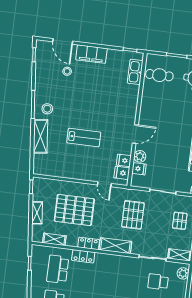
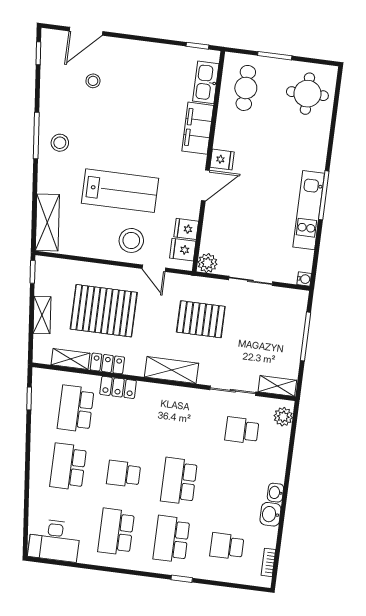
door: (63, 41) -> (86, 31), hinge flipped
filing cabinet: (91, 54) -> (198, 128), moved, turned 90
cafe table: (159, 75) -> (246, 88), turned 90
shelving: (40, 136) -> (47, 222), moved
lab bench: (84, 138) -> (120, 191), width x1.36, depth x1.39
plant: (140, 156) -> (207, 263), moved
stool: (91, 168) -> (131, 240), added
fridge: (139, 169) -> (222, 160), moved
pallet: (133, 215) -> (201, 319), turned 90
pallet: (180, 221) -> (278, 329), removed
locker: (89, 243) -> (107, 363), moved

